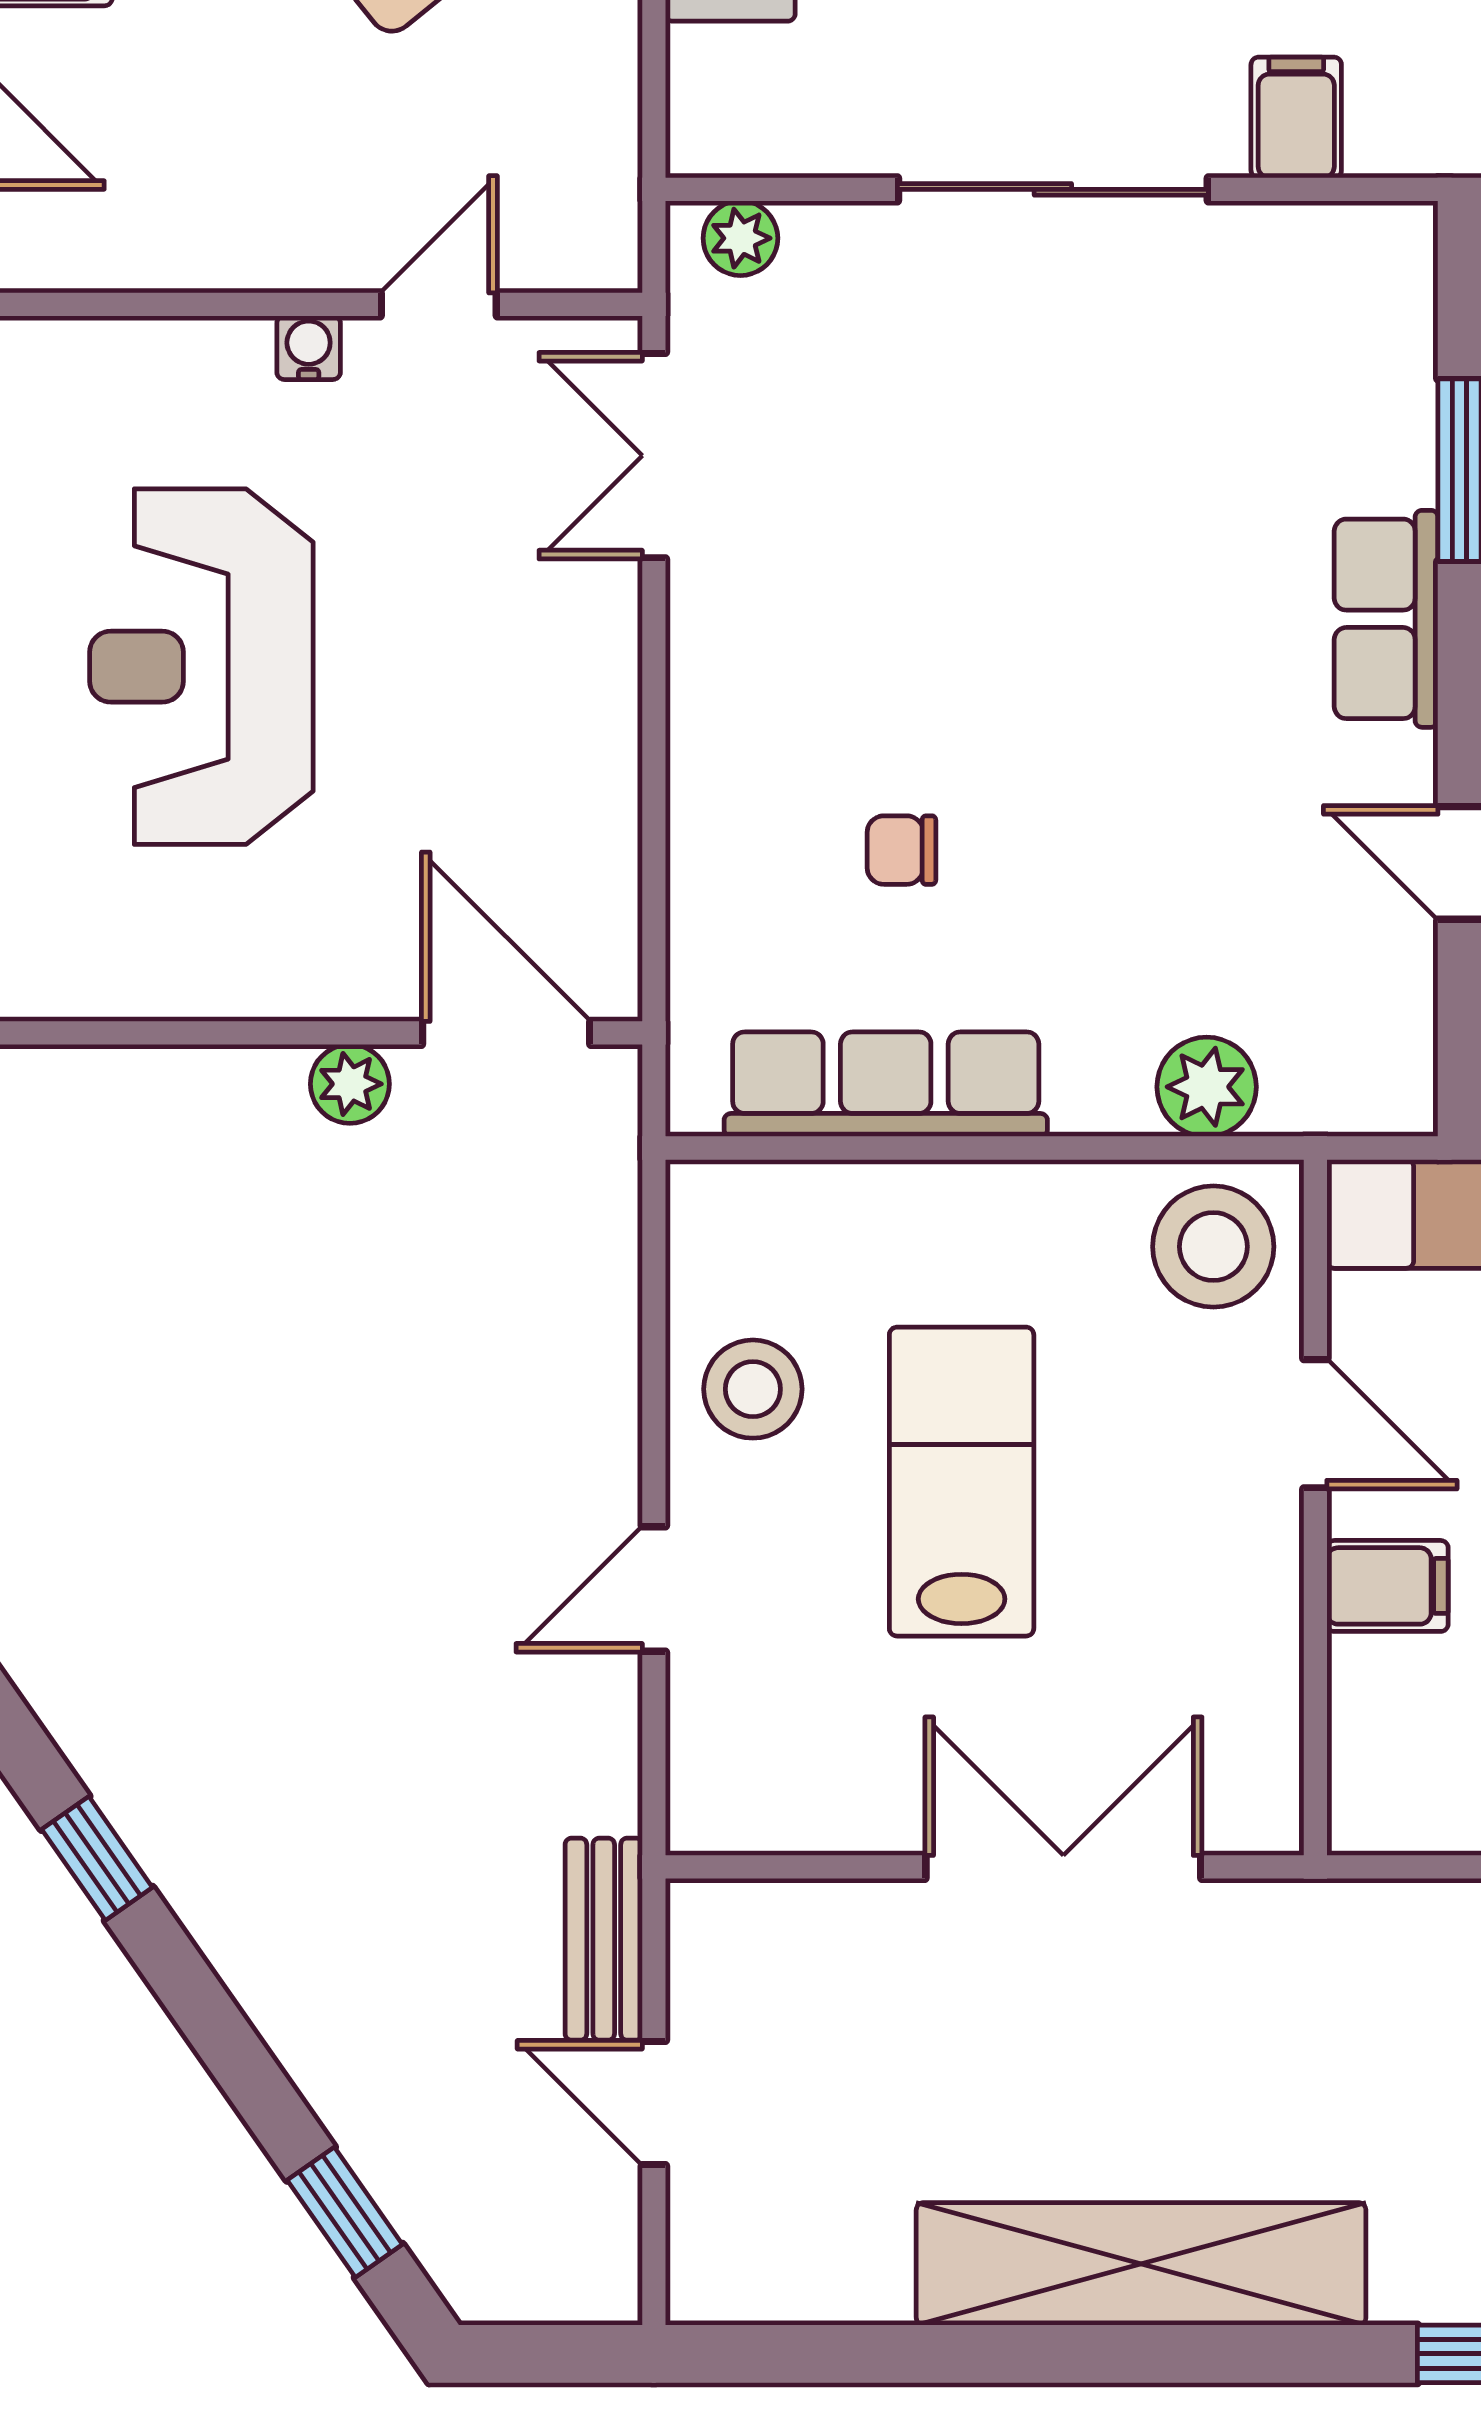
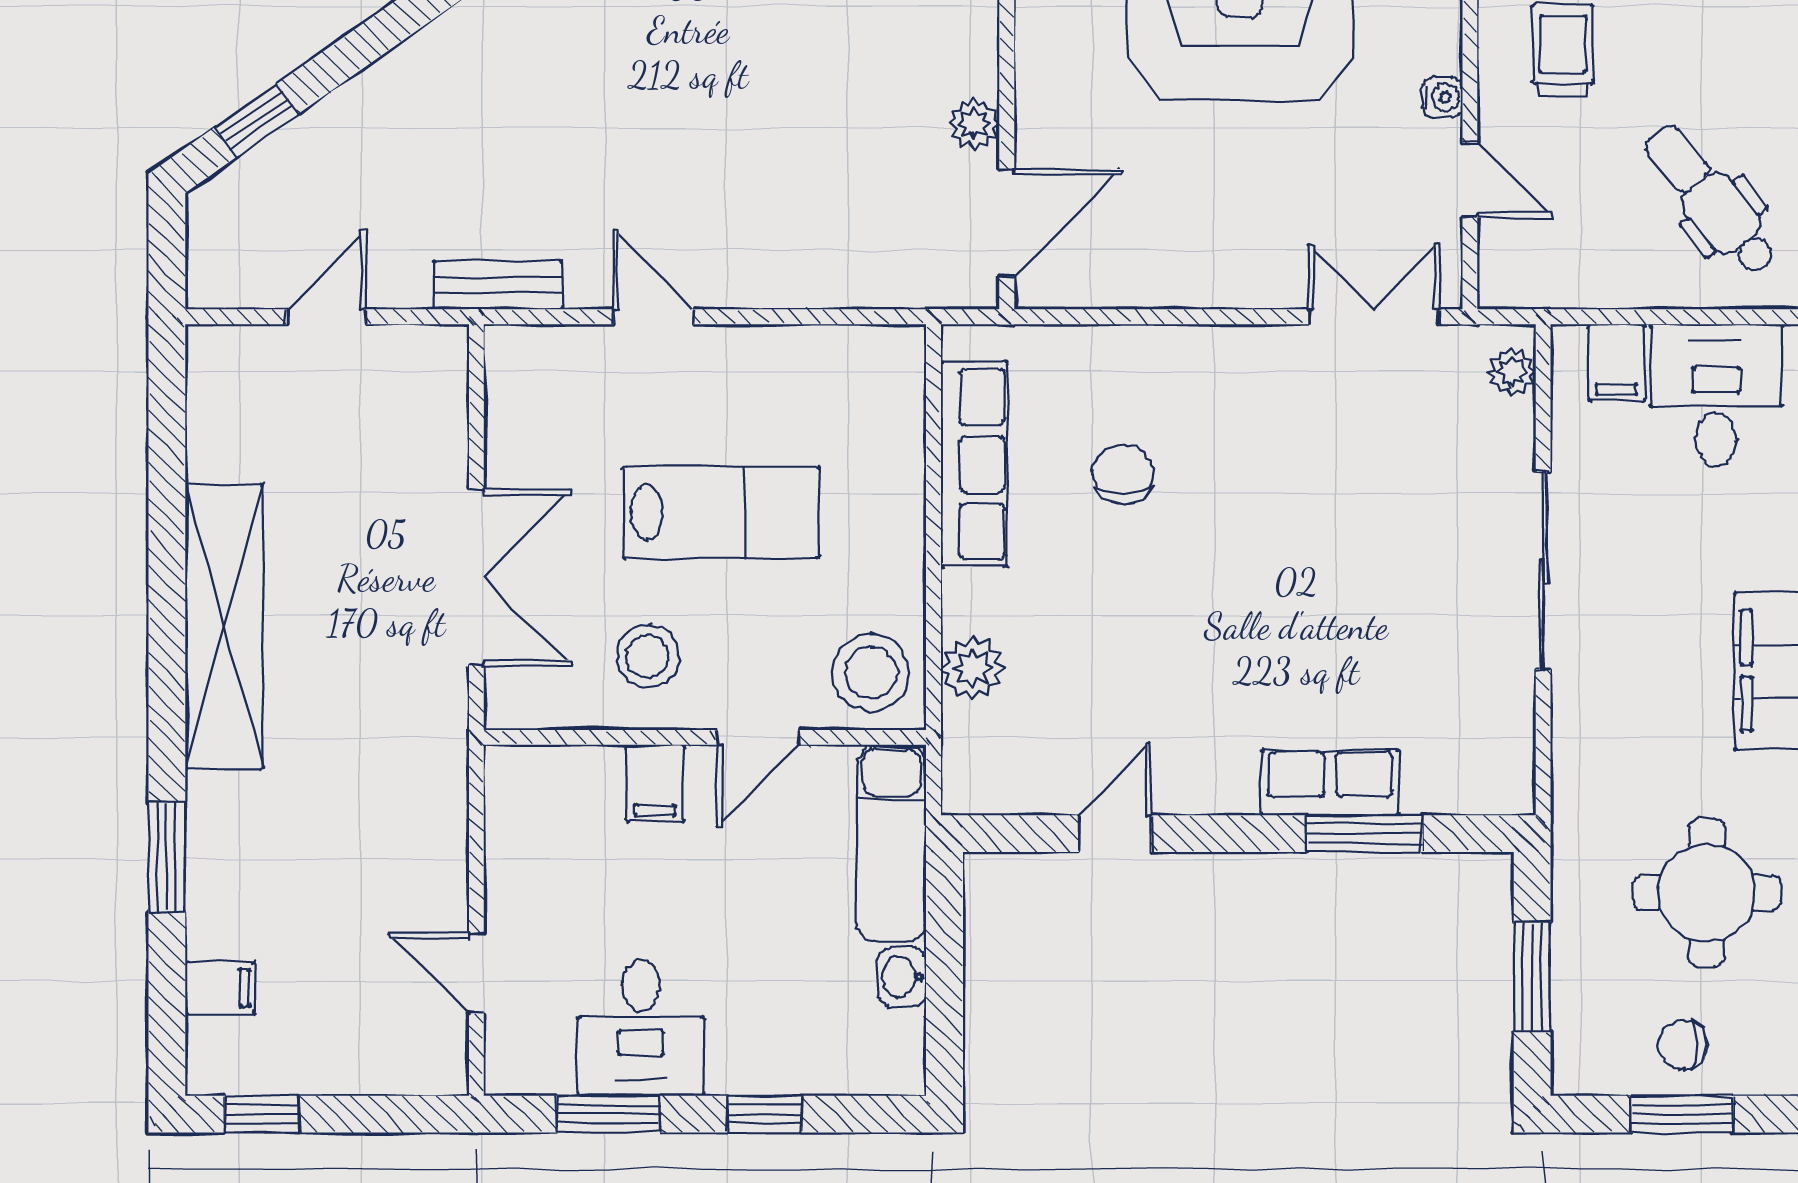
filing cabinet: (1296, 118) -> (1616, 362), moved, turned 90
trolley: (235, 158) -> (1563, 50), added
row of seats: (1386, 619) -> (1330, 782), moved
chair: (901, 850) -> (1123, 474), width x1.37, depth x1.37
stool: (753, 1389) -> (648, 656), moved
bench: (604, 1939) -> (498, 285), moved

